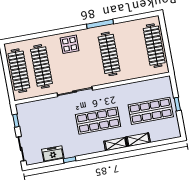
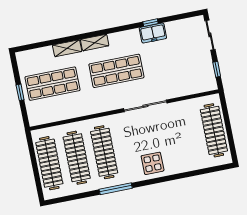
clothes rail: (41, 66) -> (77, 158), moved
freezer: (53, 154) -> (153, 33), moved

